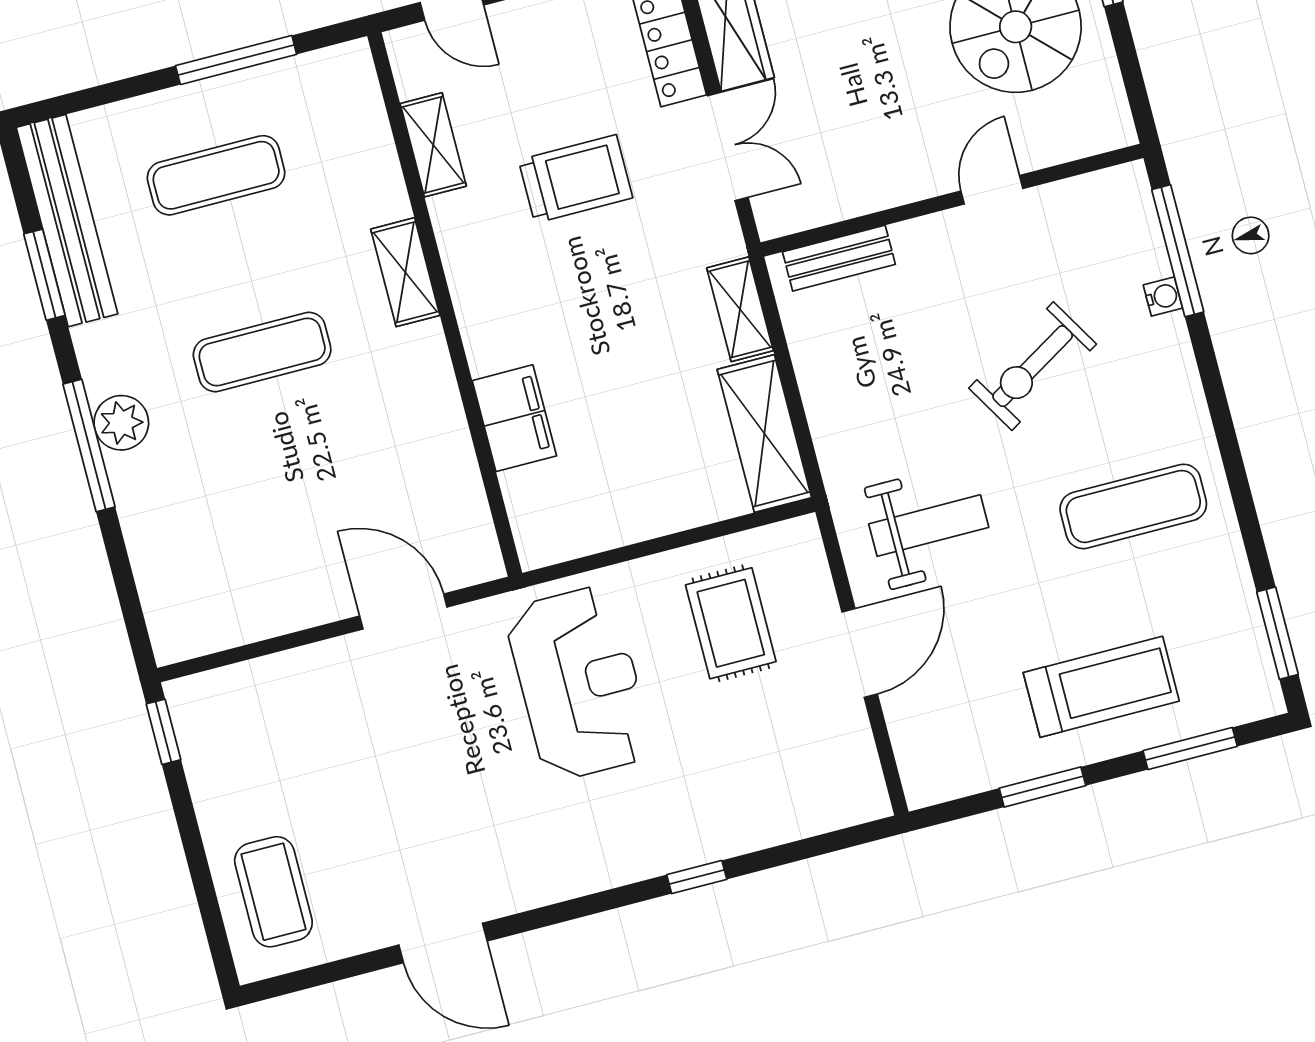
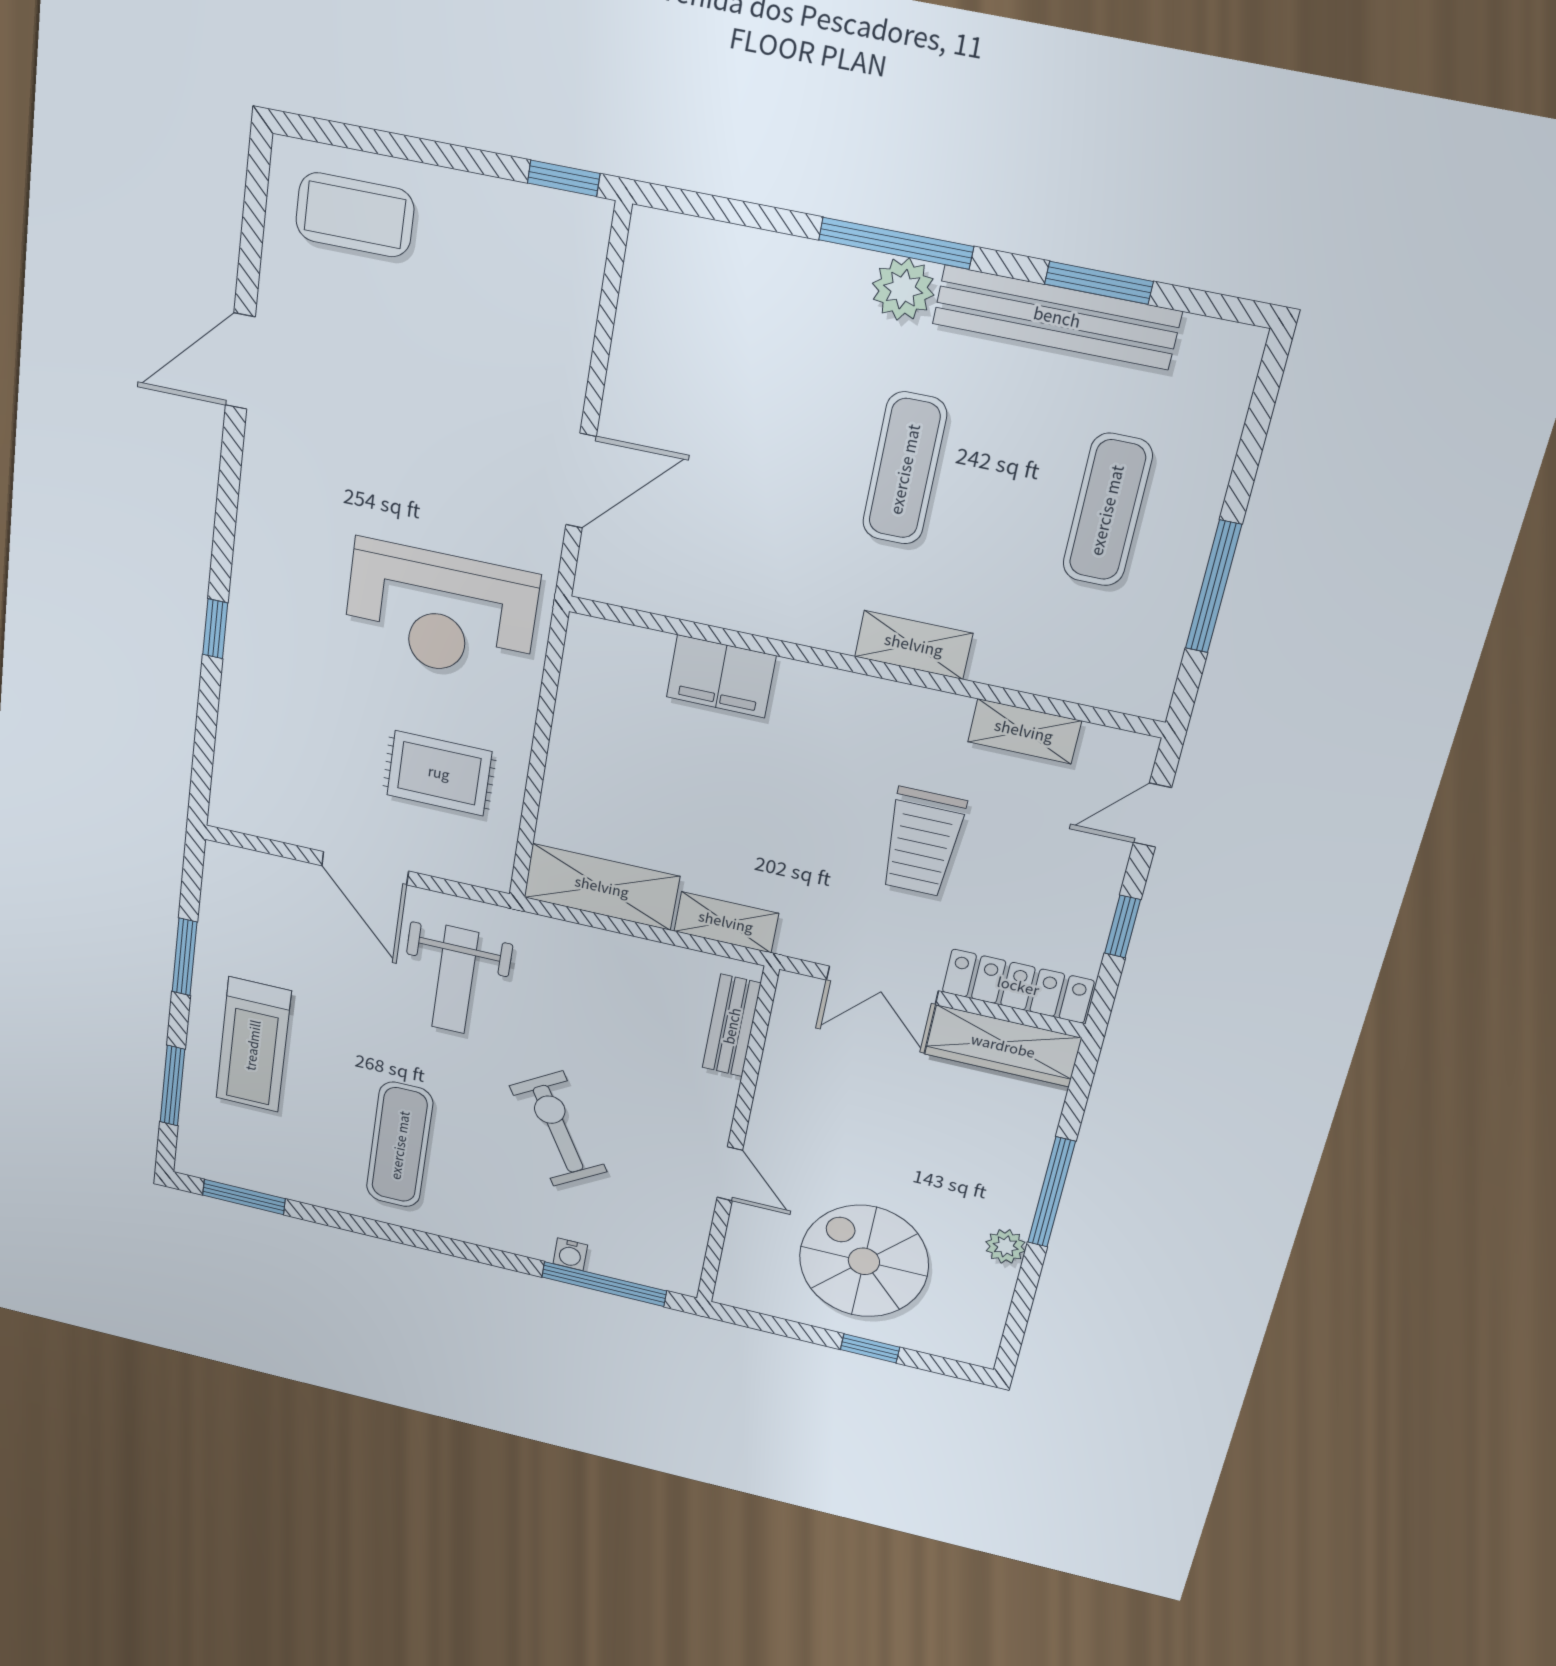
bench: (67, 221) -> (1057, 317), moved

